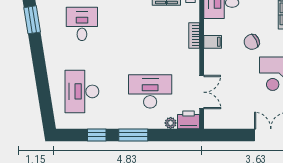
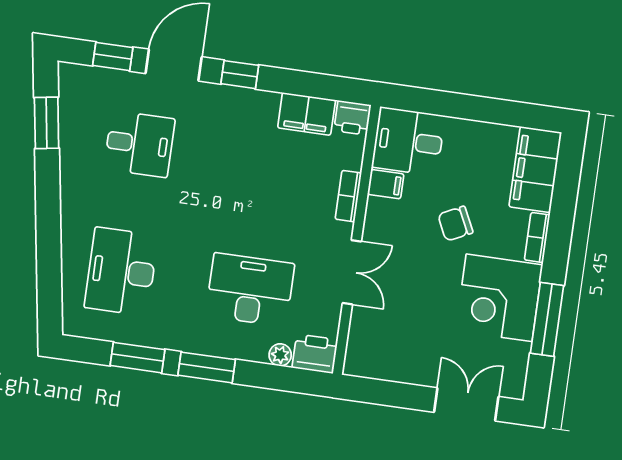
desk: (82, 24) -> (139, 144), turned 90
filing cabinet: (213, 42) -> (386, 184), moved
double door: (202, 92) -> (352, 272), moved
window: (97, 135) -> (137, 358), width x1.50

